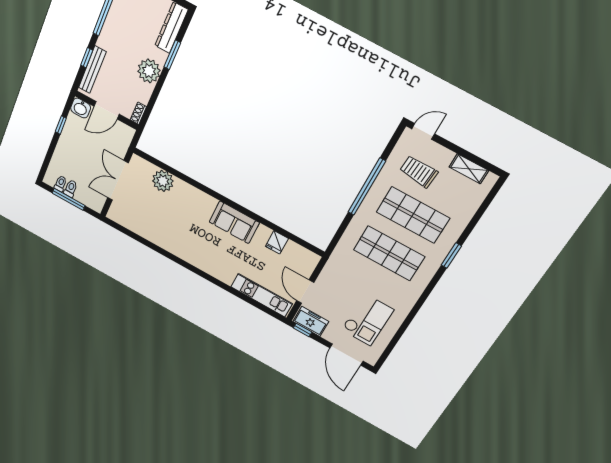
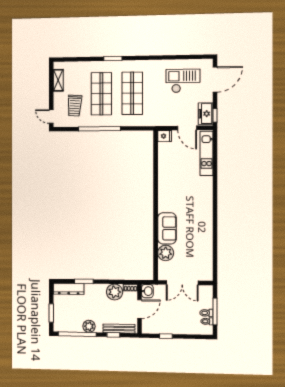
plant: (110, 30) -> (89, 326), added
plant: (149, 71) -> (115, 292), moved
washbasin: (81, 108) -> (147, 291), moved
door: (107, 110) -> (140, 309), hinge flipped
sofa: (234, 222) -> (167, 228), moved
fridge: (277, 242) -> (165, 136), moved
door: (305, 292) -> (187, 128), hinge flipped

